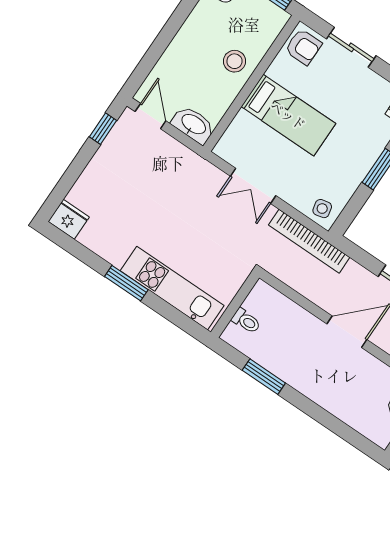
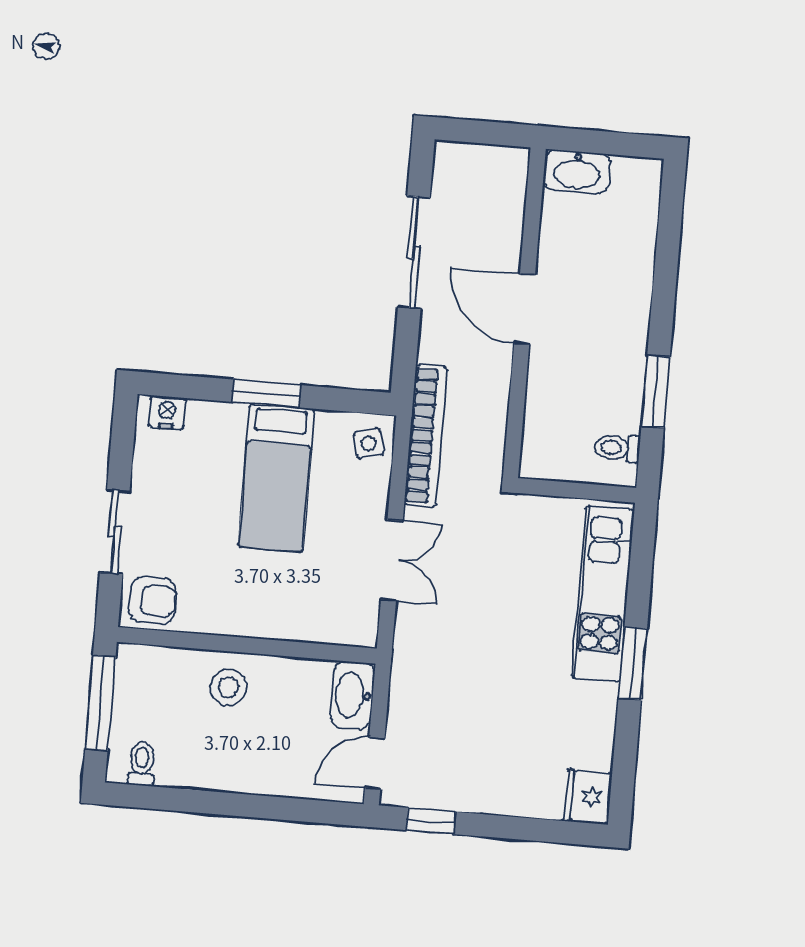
armchair: (303, 47) -> (153, 600), turned 90
bed: (288, 115) -> (276, 478), moved, turned 180
toilet: (246, 321) -> (617, 448), moved, turned -90

